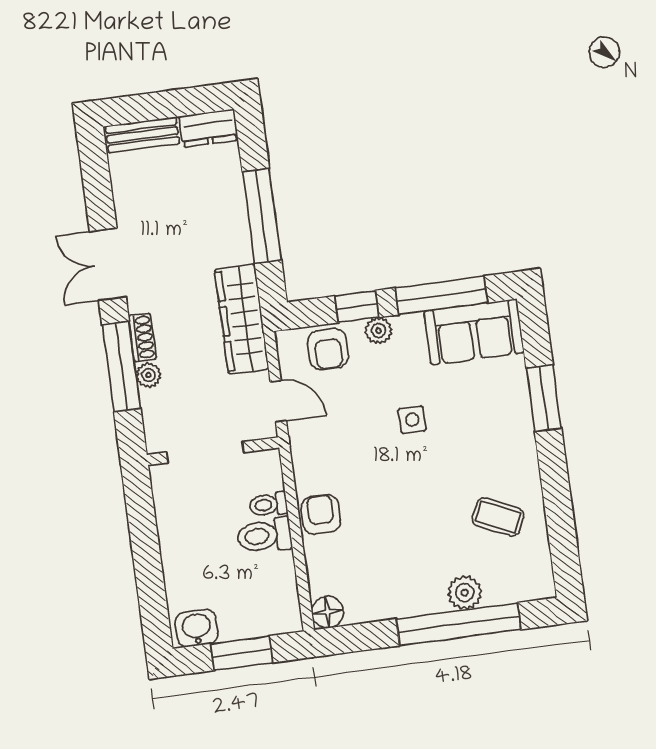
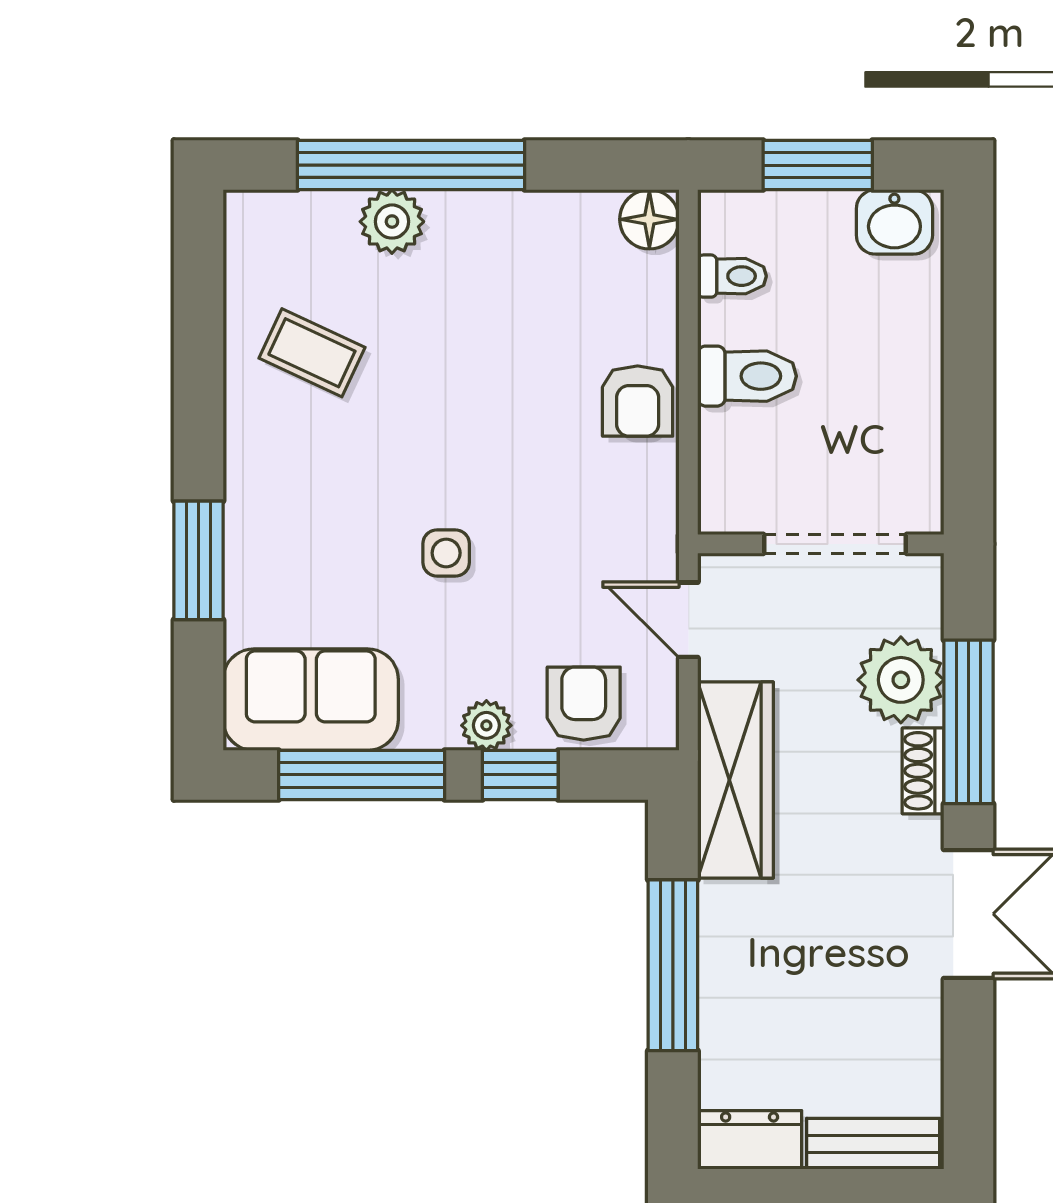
plant: (148, 375) -> (901, 680), width x1.88, depth x1.88
toilet: (268, 504) -> (732, 276), moved

